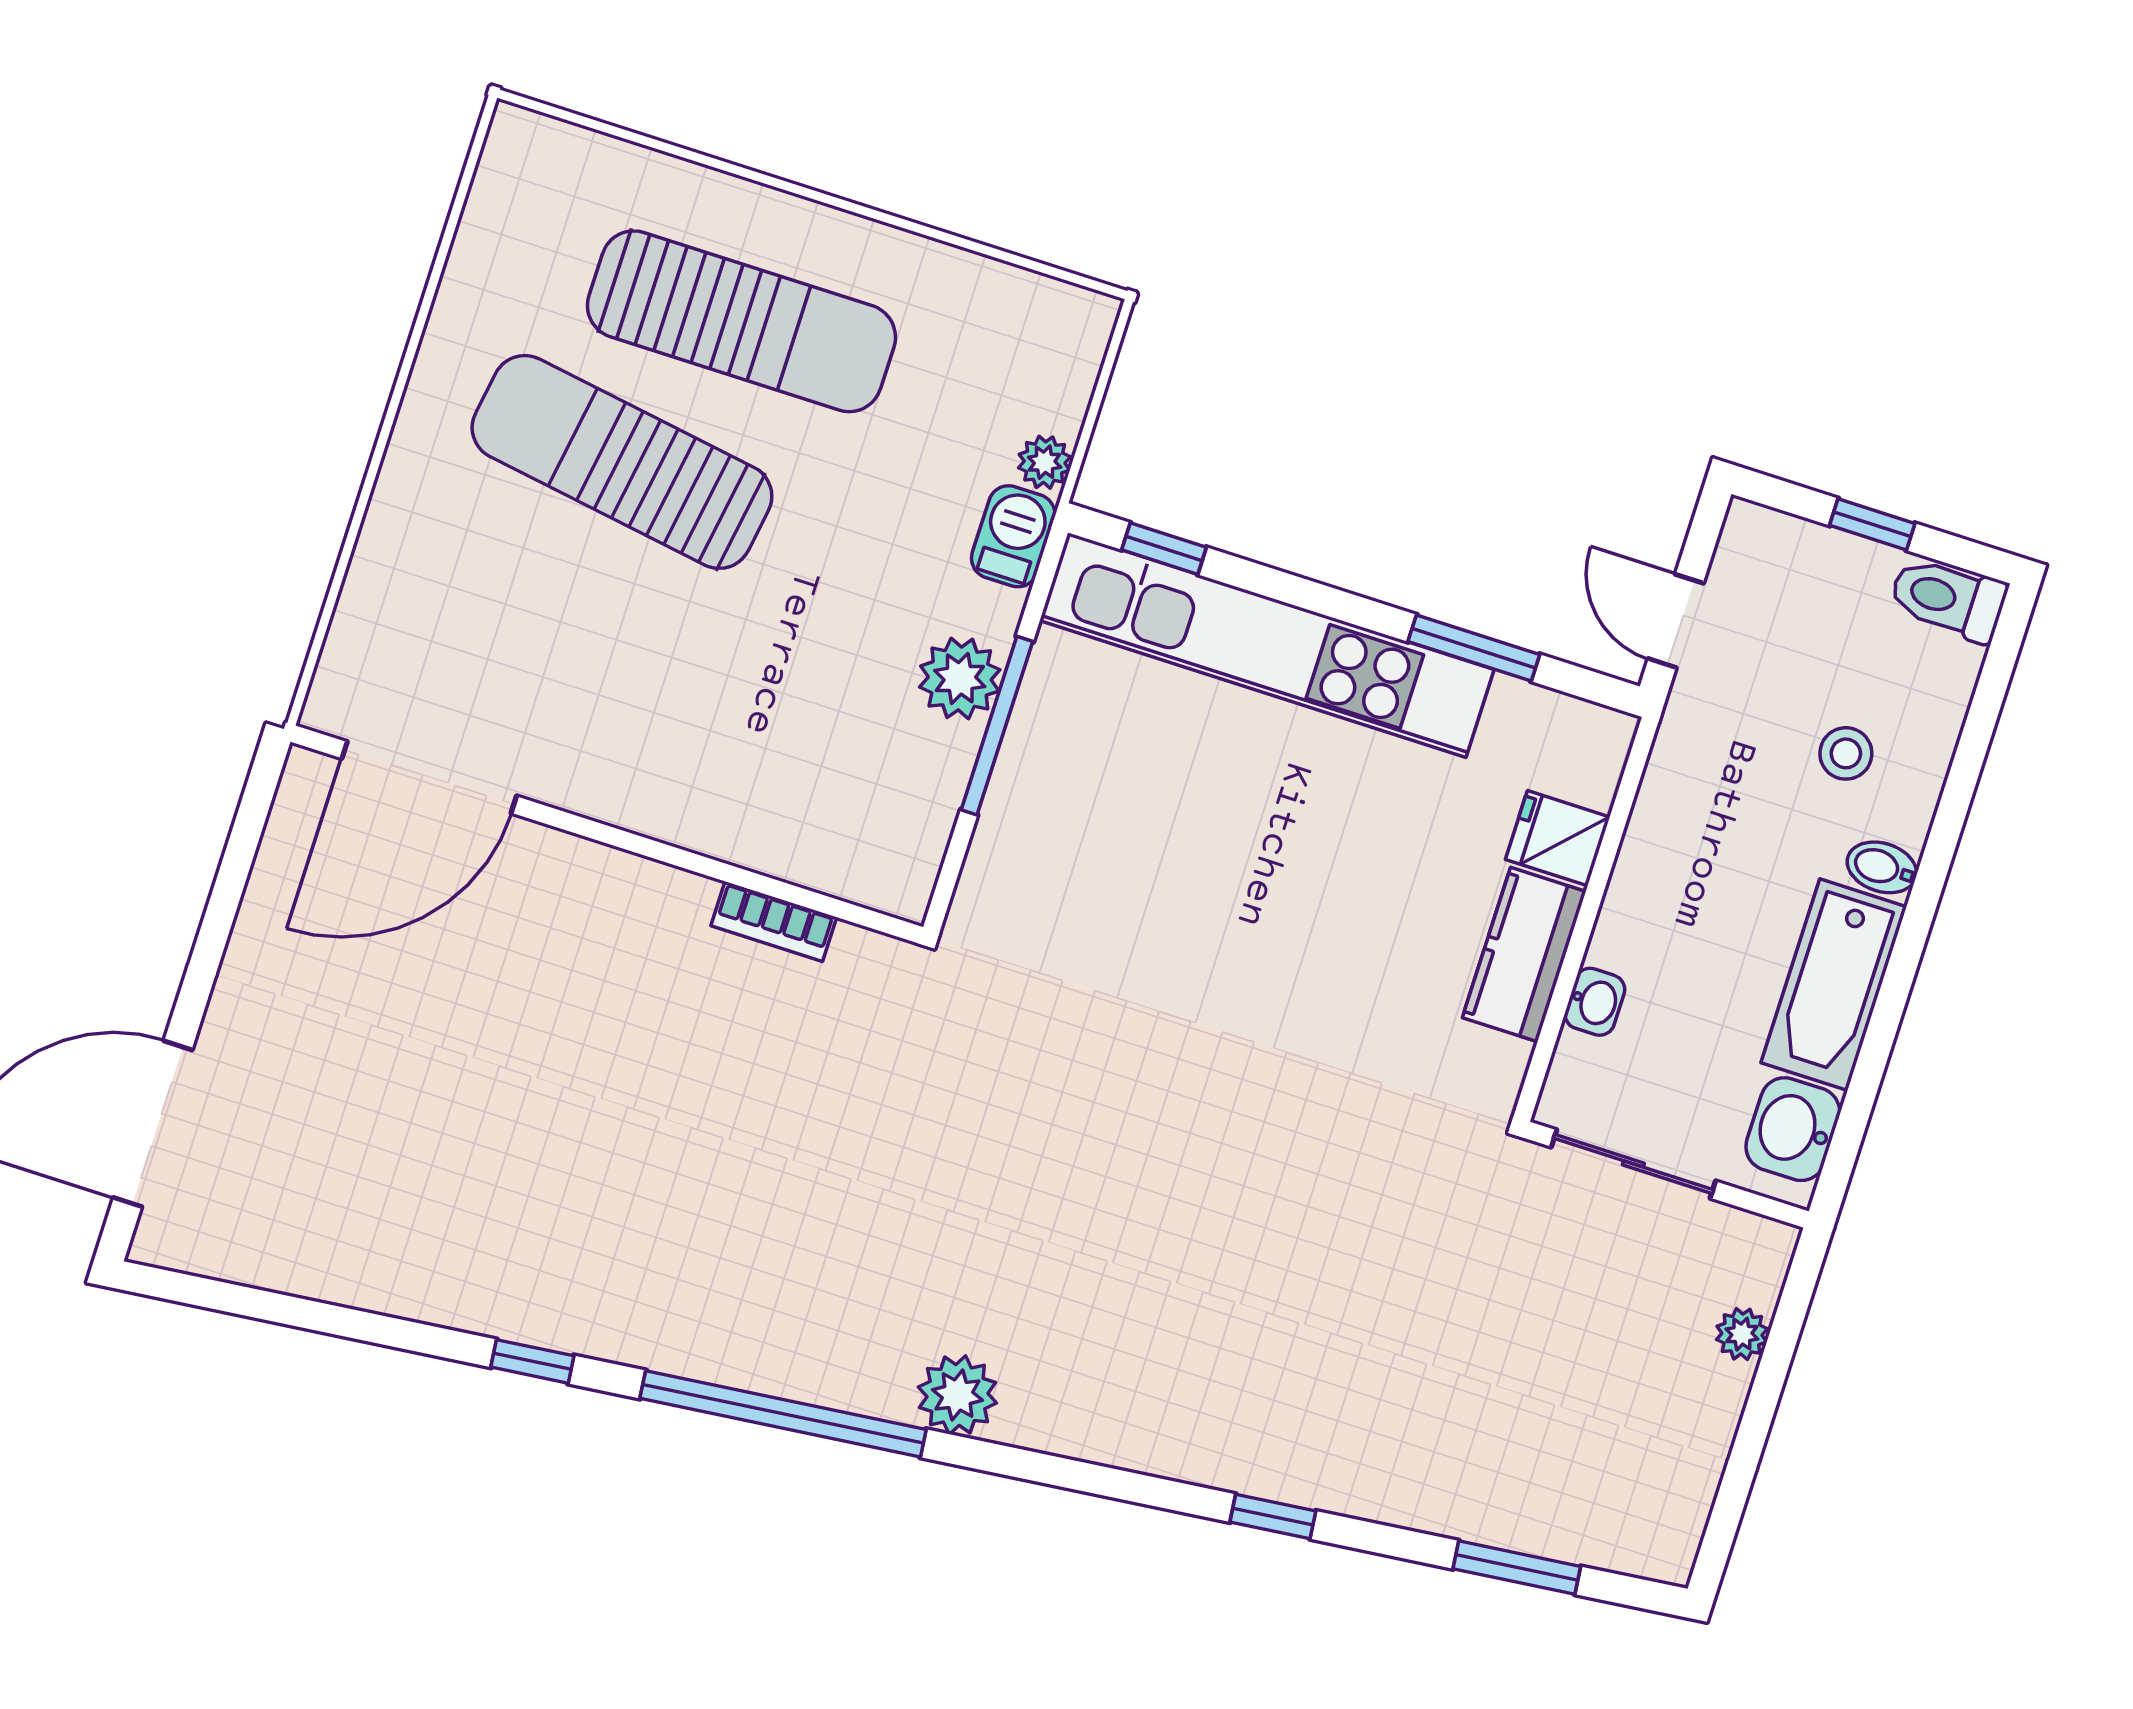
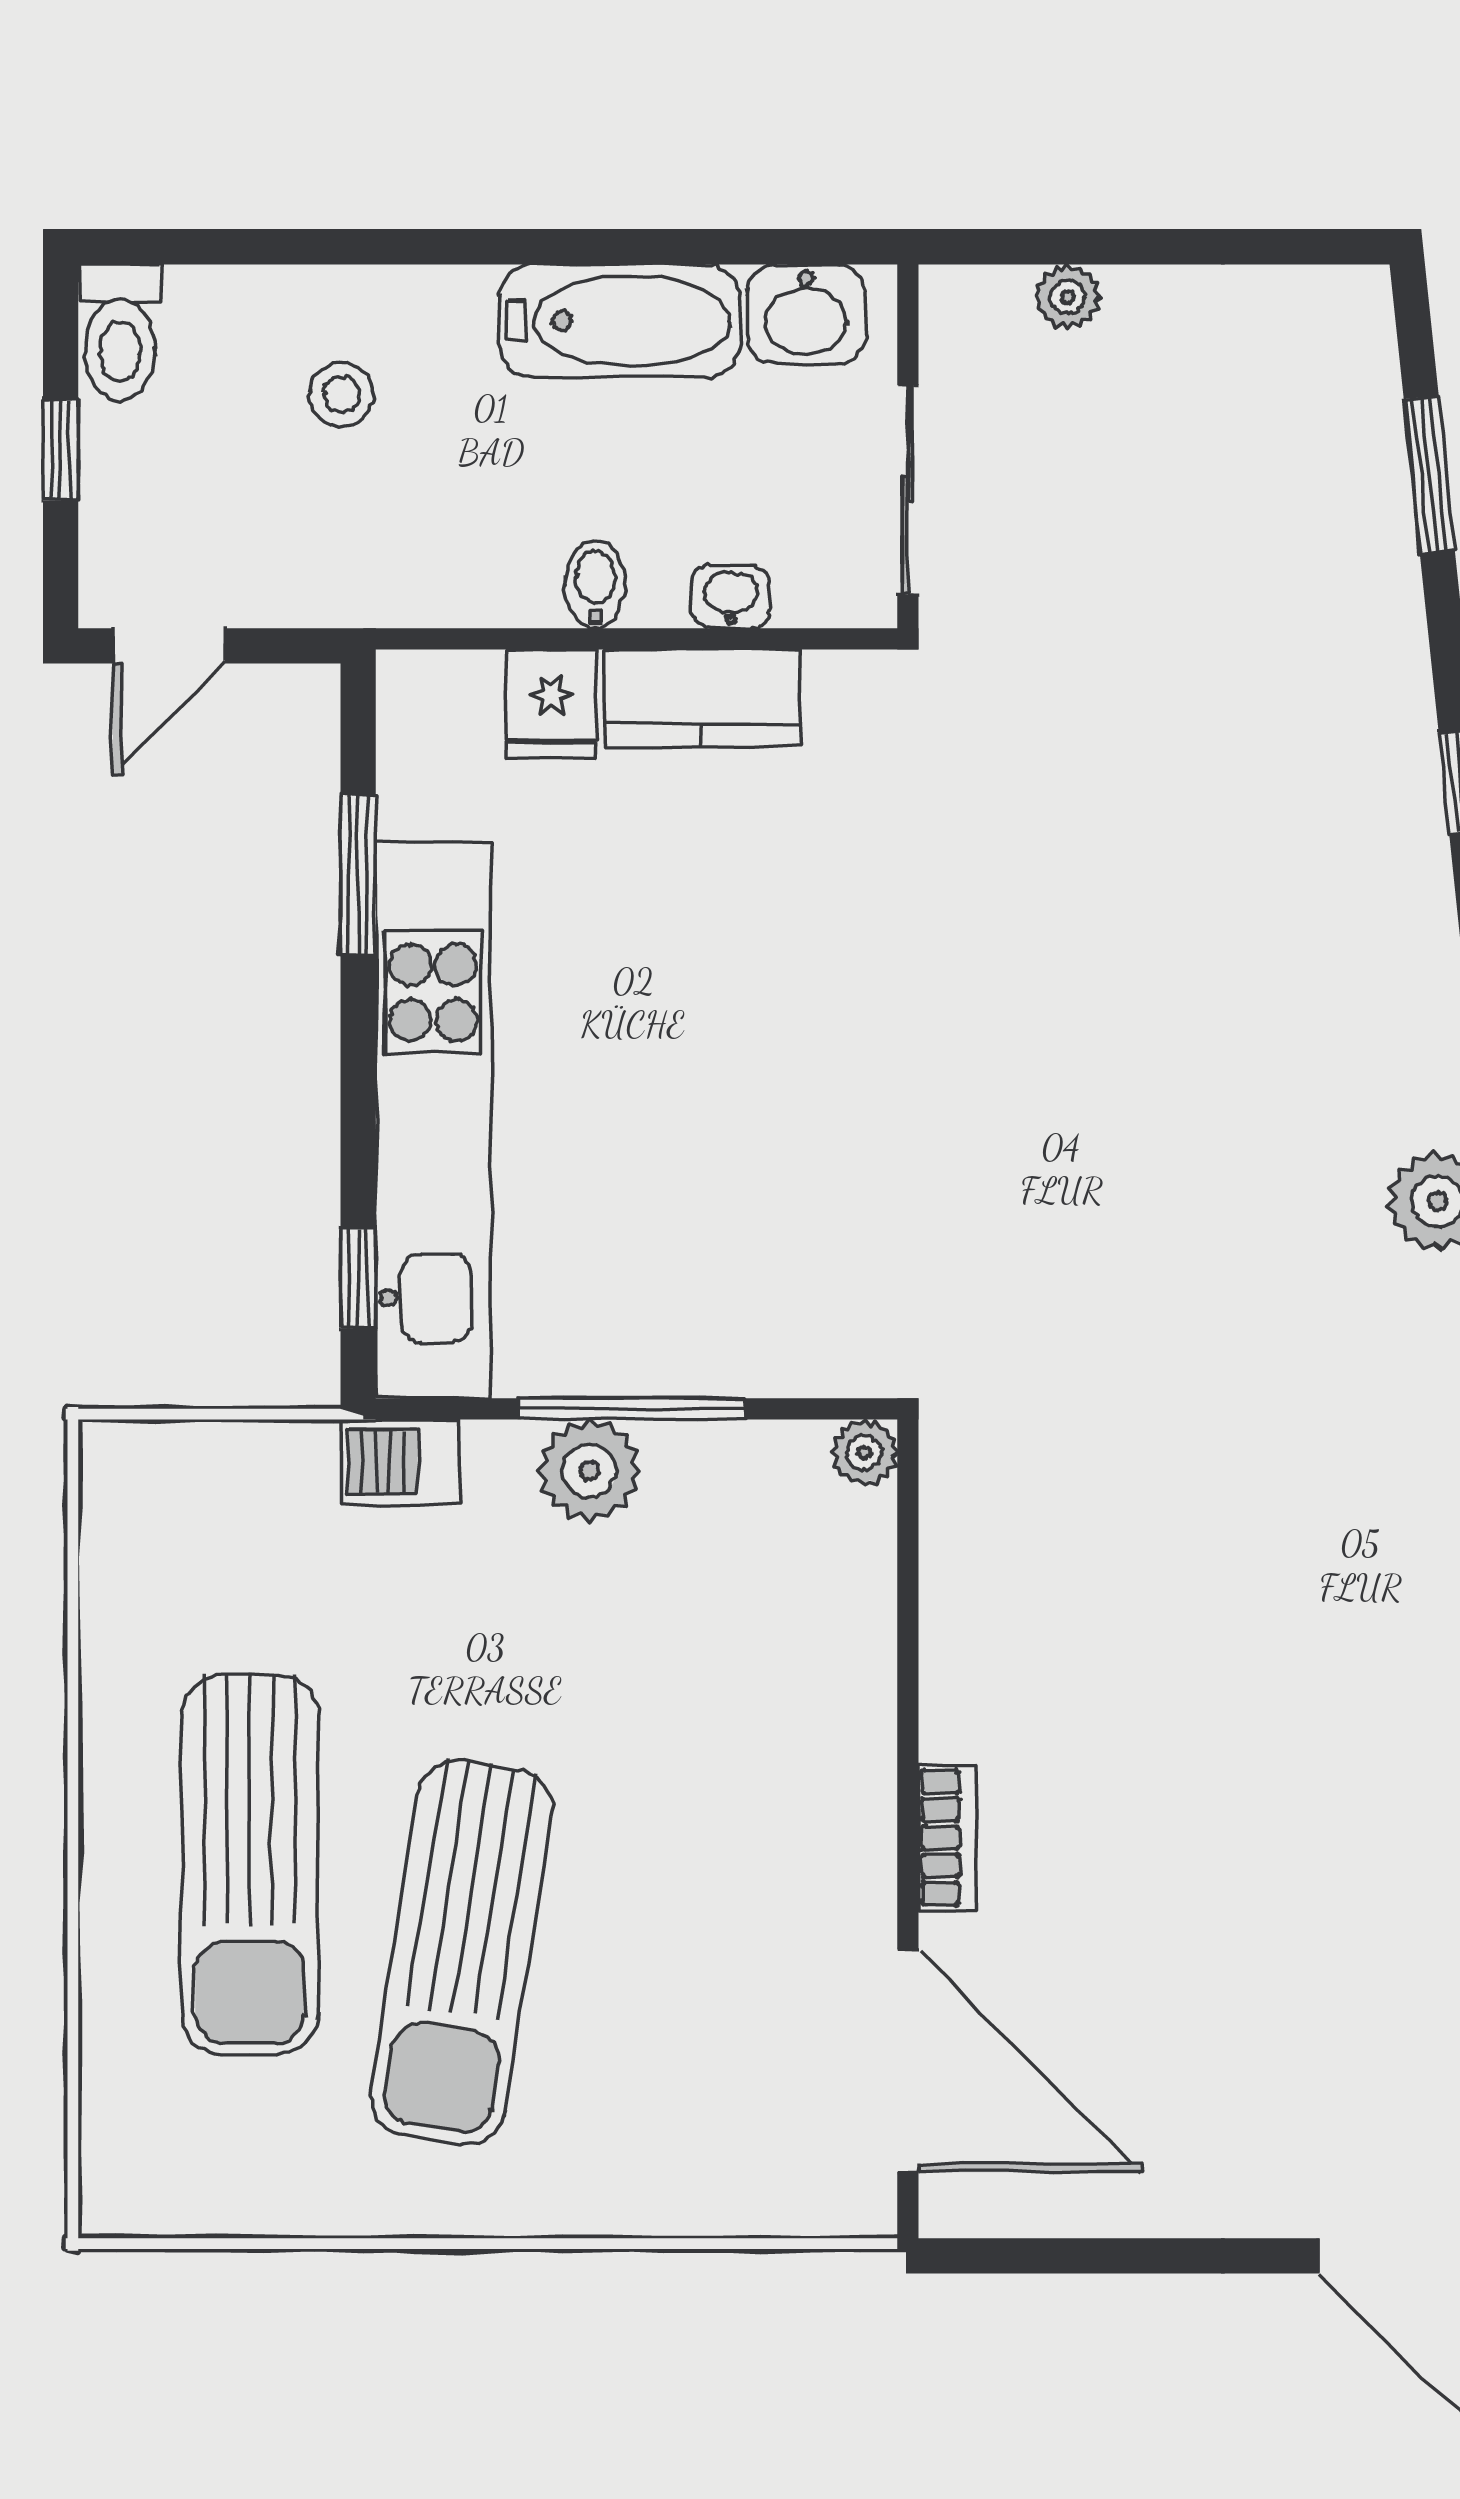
sun lounger: (741, 321) -> (250, 1864), turned 180
plant: (1045, 462) -> (864, 1453), moved
door: (1676, 621) -> (169, 646), moved
bidet: (1882, 867) -> (595, 584), moved, turned 180
bookcase: (774, 921) -> (947, 1838), moved

